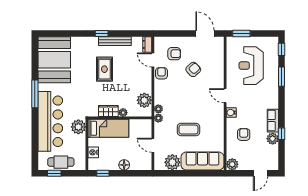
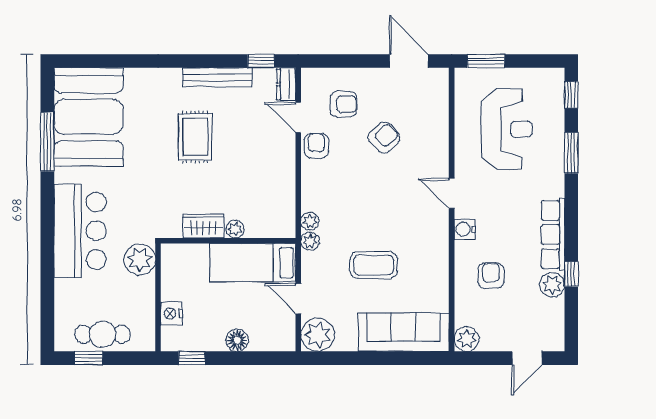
window: (102, 33) -> (261, 61), moved
reception desk: (251, 66) -> (507, 129), turned 180
window: (35, 94) -> (47, 142), moved
plant: (144, 100) -> (280, 203), removed
bar counter: (50, 121) -> (80, 231), width x0.73
row of seats: (273, 121) -> (553, 235), width x1.48
bed: (108, 128) -> (253, 263), moved, turned 180
plant: (172, 162) -> (318, 335), moved

